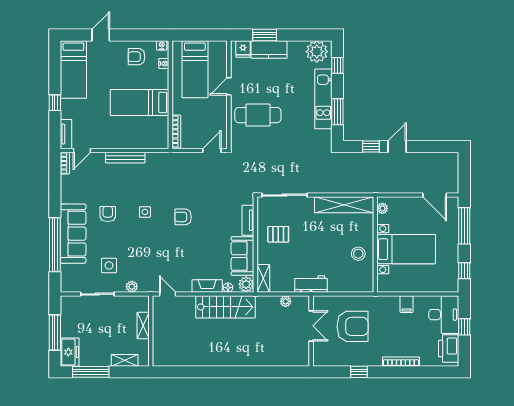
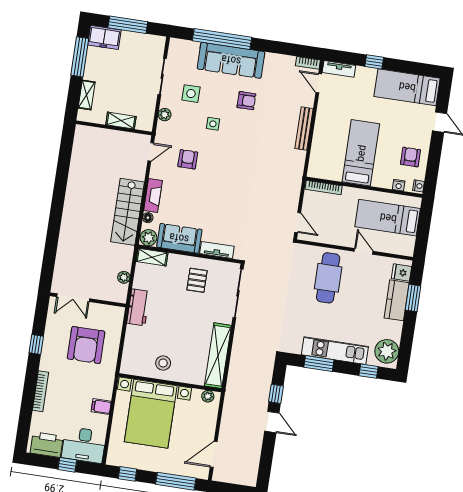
side table: (145, 212) -> (213, 124), moved
armchair: (183, 217) -> (188, 159), moved
bed with nightstands: (406, 249) -> (151, 414), width x1.36
double door: (311, 326) -> (73, 298), moved

